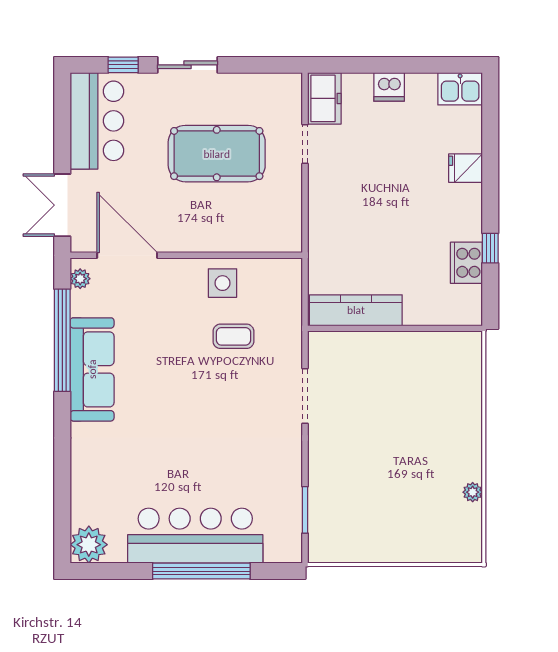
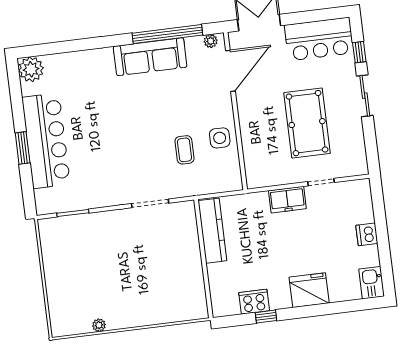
freezer: (324, 98) -> (287, 200), moved
fridge: (465, 168) -> (309, 290), width x1.88, depth x1.34
window: (201, 571) -> (23, 148), width x0.47

